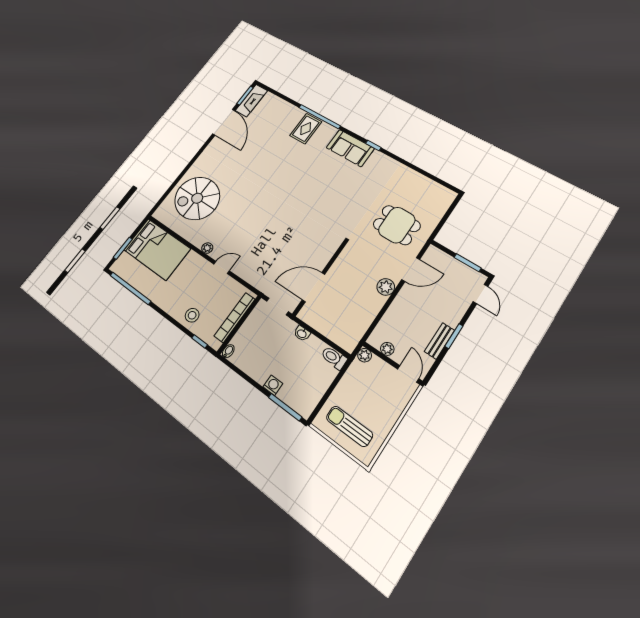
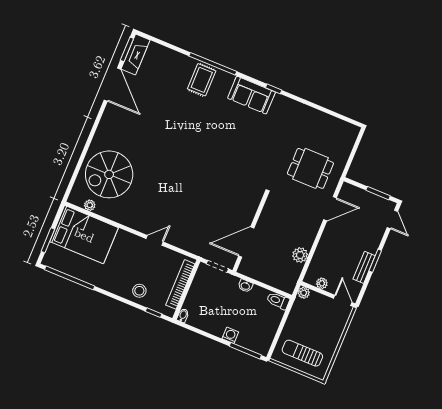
plant: (207, 248) -> (90, 205), moved
plant: (386, 287) -> (300, 255), moved

